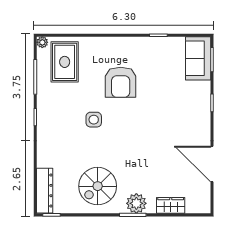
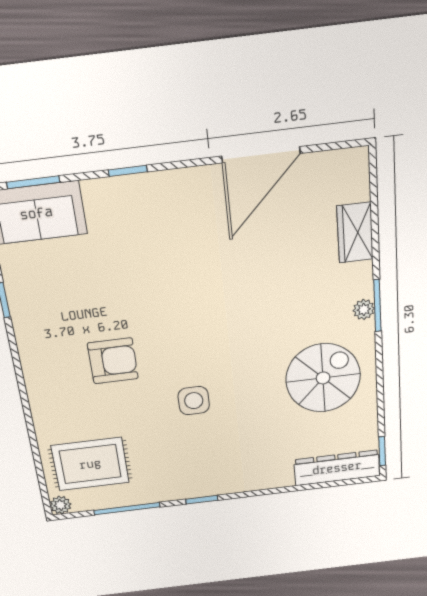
armchair: (121, 82) -> (113, 361), width x0.73, depth x0.73
spiral stairs: (98, 186) -> (323, 378), turned -90
plant: (136, 203) -> (364, 310), width x0.53, depth x0.53

